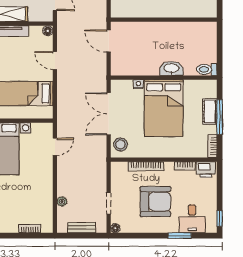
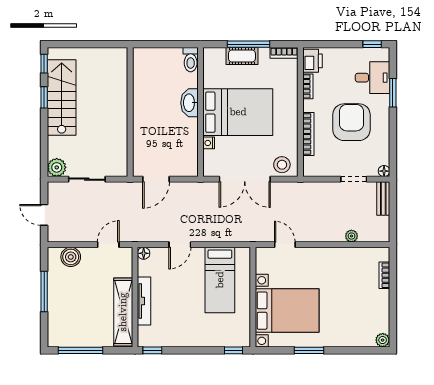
bench: (82, 228) -> (383, 199), moved

